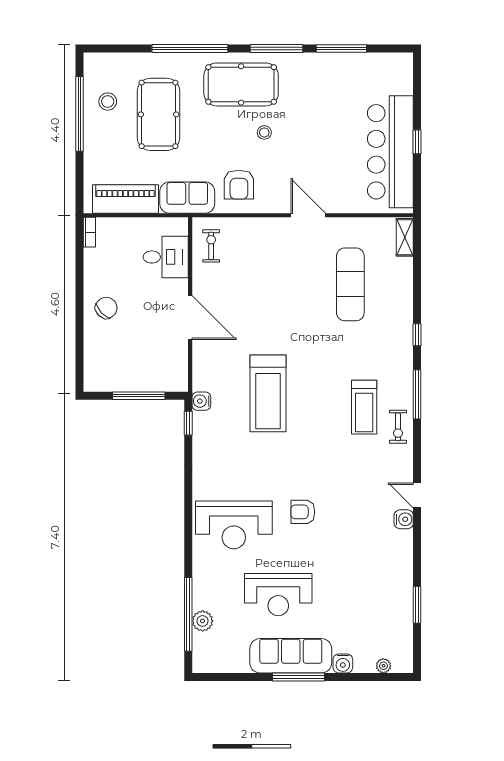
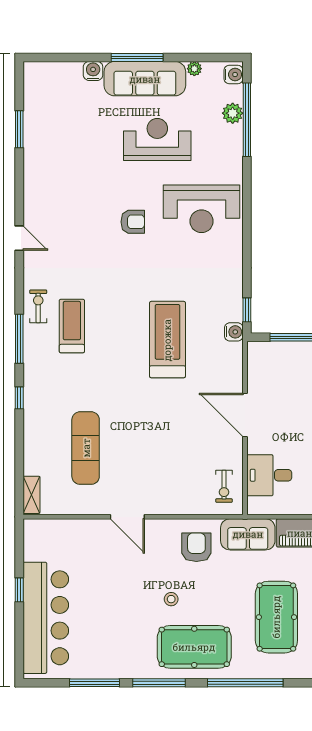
bar counter: (390, 152) -> (46, 618), moved
water cooler: (404, 519) -> (234, 75), moved, turned 180
reception desk: (234, 525) -> (202, 209), turned 180
plant: (383, 666) -> (194, 69), moved

